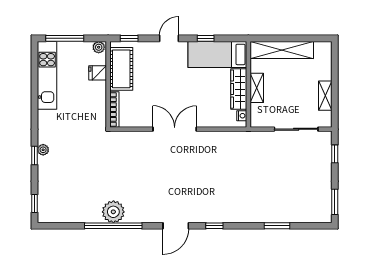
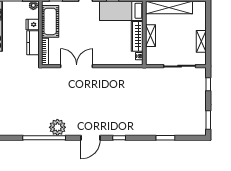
kitchen counter: (98, 98) -> (33, 43), added
double door: (175, 129) -> (77, 66), moved
plant: (113, 212) -> (57, 127), moved

